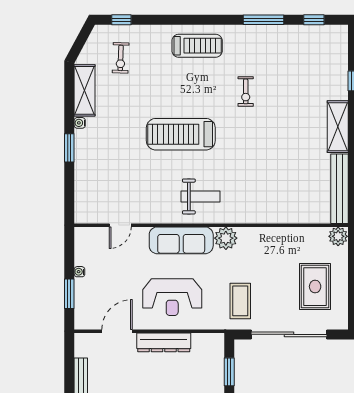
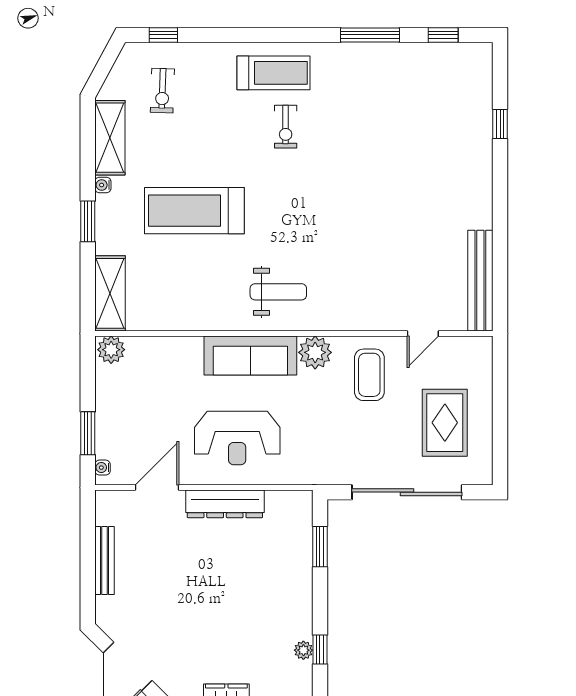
exercise bike: (246, 91) -> (286, 127), moved
shelving: (338, 127) -> (110, 293), moved
treadmill: (181, 134) -> (194, 211), moved
door: (120, 225) -> (423, 333), moved
plant: (338, 236) -> (111, 350), moved
water cooler: (79, 272) -> (103, 468), moved
coffee table: (240, 301) -> (369, 375), moved

